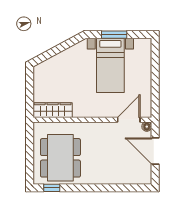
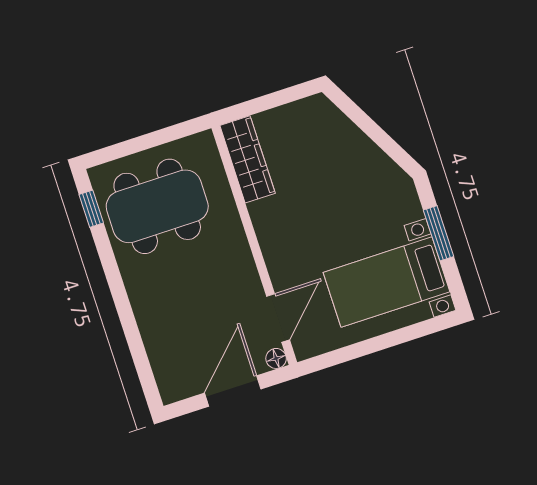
bed with nightstands: (110, 65) -> (387, 282), moved
door: (129, 120) -> (278, 318), hinge flipped

